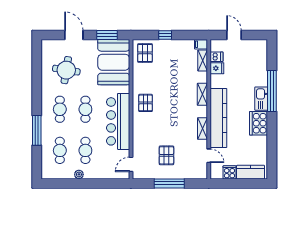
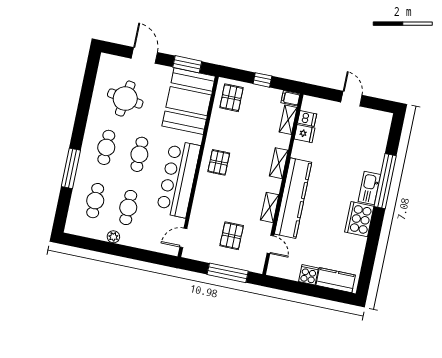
filing cabinet: (201, 44) -> (290, 98), moved
dishwasher: (216, 57) -> (307, 118), moved
shelving: (203, 61) -> (288, 120), moved
fridge: (217, 68) -> (305, 134), moved
shelving: (202, 94) -> (279, 163), moved
wall: (209, 109) -> (283, 184), moved
kitchen counter: (218, 118) -> (293, 198), moved
shelving: (202, 128) -> (270, 207), moved
door: (209, 156) -> (270, 244), moved

